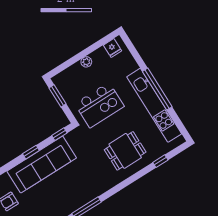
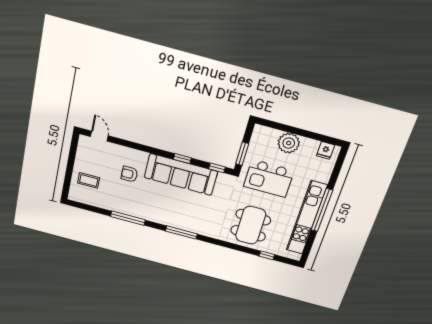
plant: (86, 62) -> (289, 143), width x1.87, depth x1.87
window: (57, 96) -> (242, 154), moved
dining table: (125, 151) -> (251, 225), width x1.38

